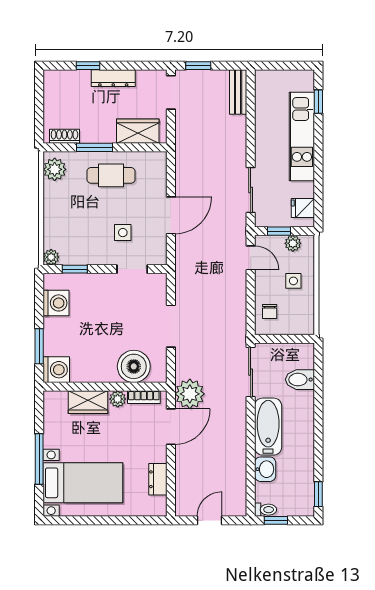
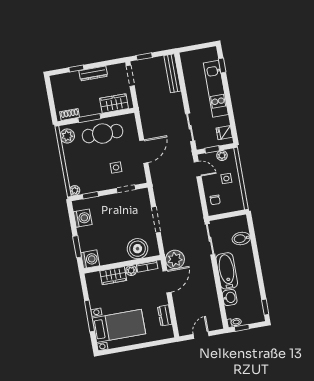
bench: (238, 92) -> (173, 73), width x1.36
cafe table: (111, 175) -> (103, 134), width x1.37, depth x1.35

